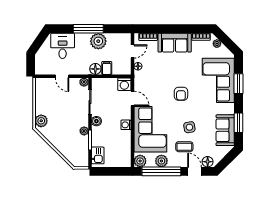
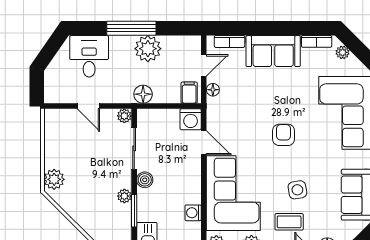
filing cabinet: (107, 68) -> (189, 93), moved
armchair: (181, 94) -> (284, 135), turned 180
washing machine: (126, 125) -> (193, 213), moved

